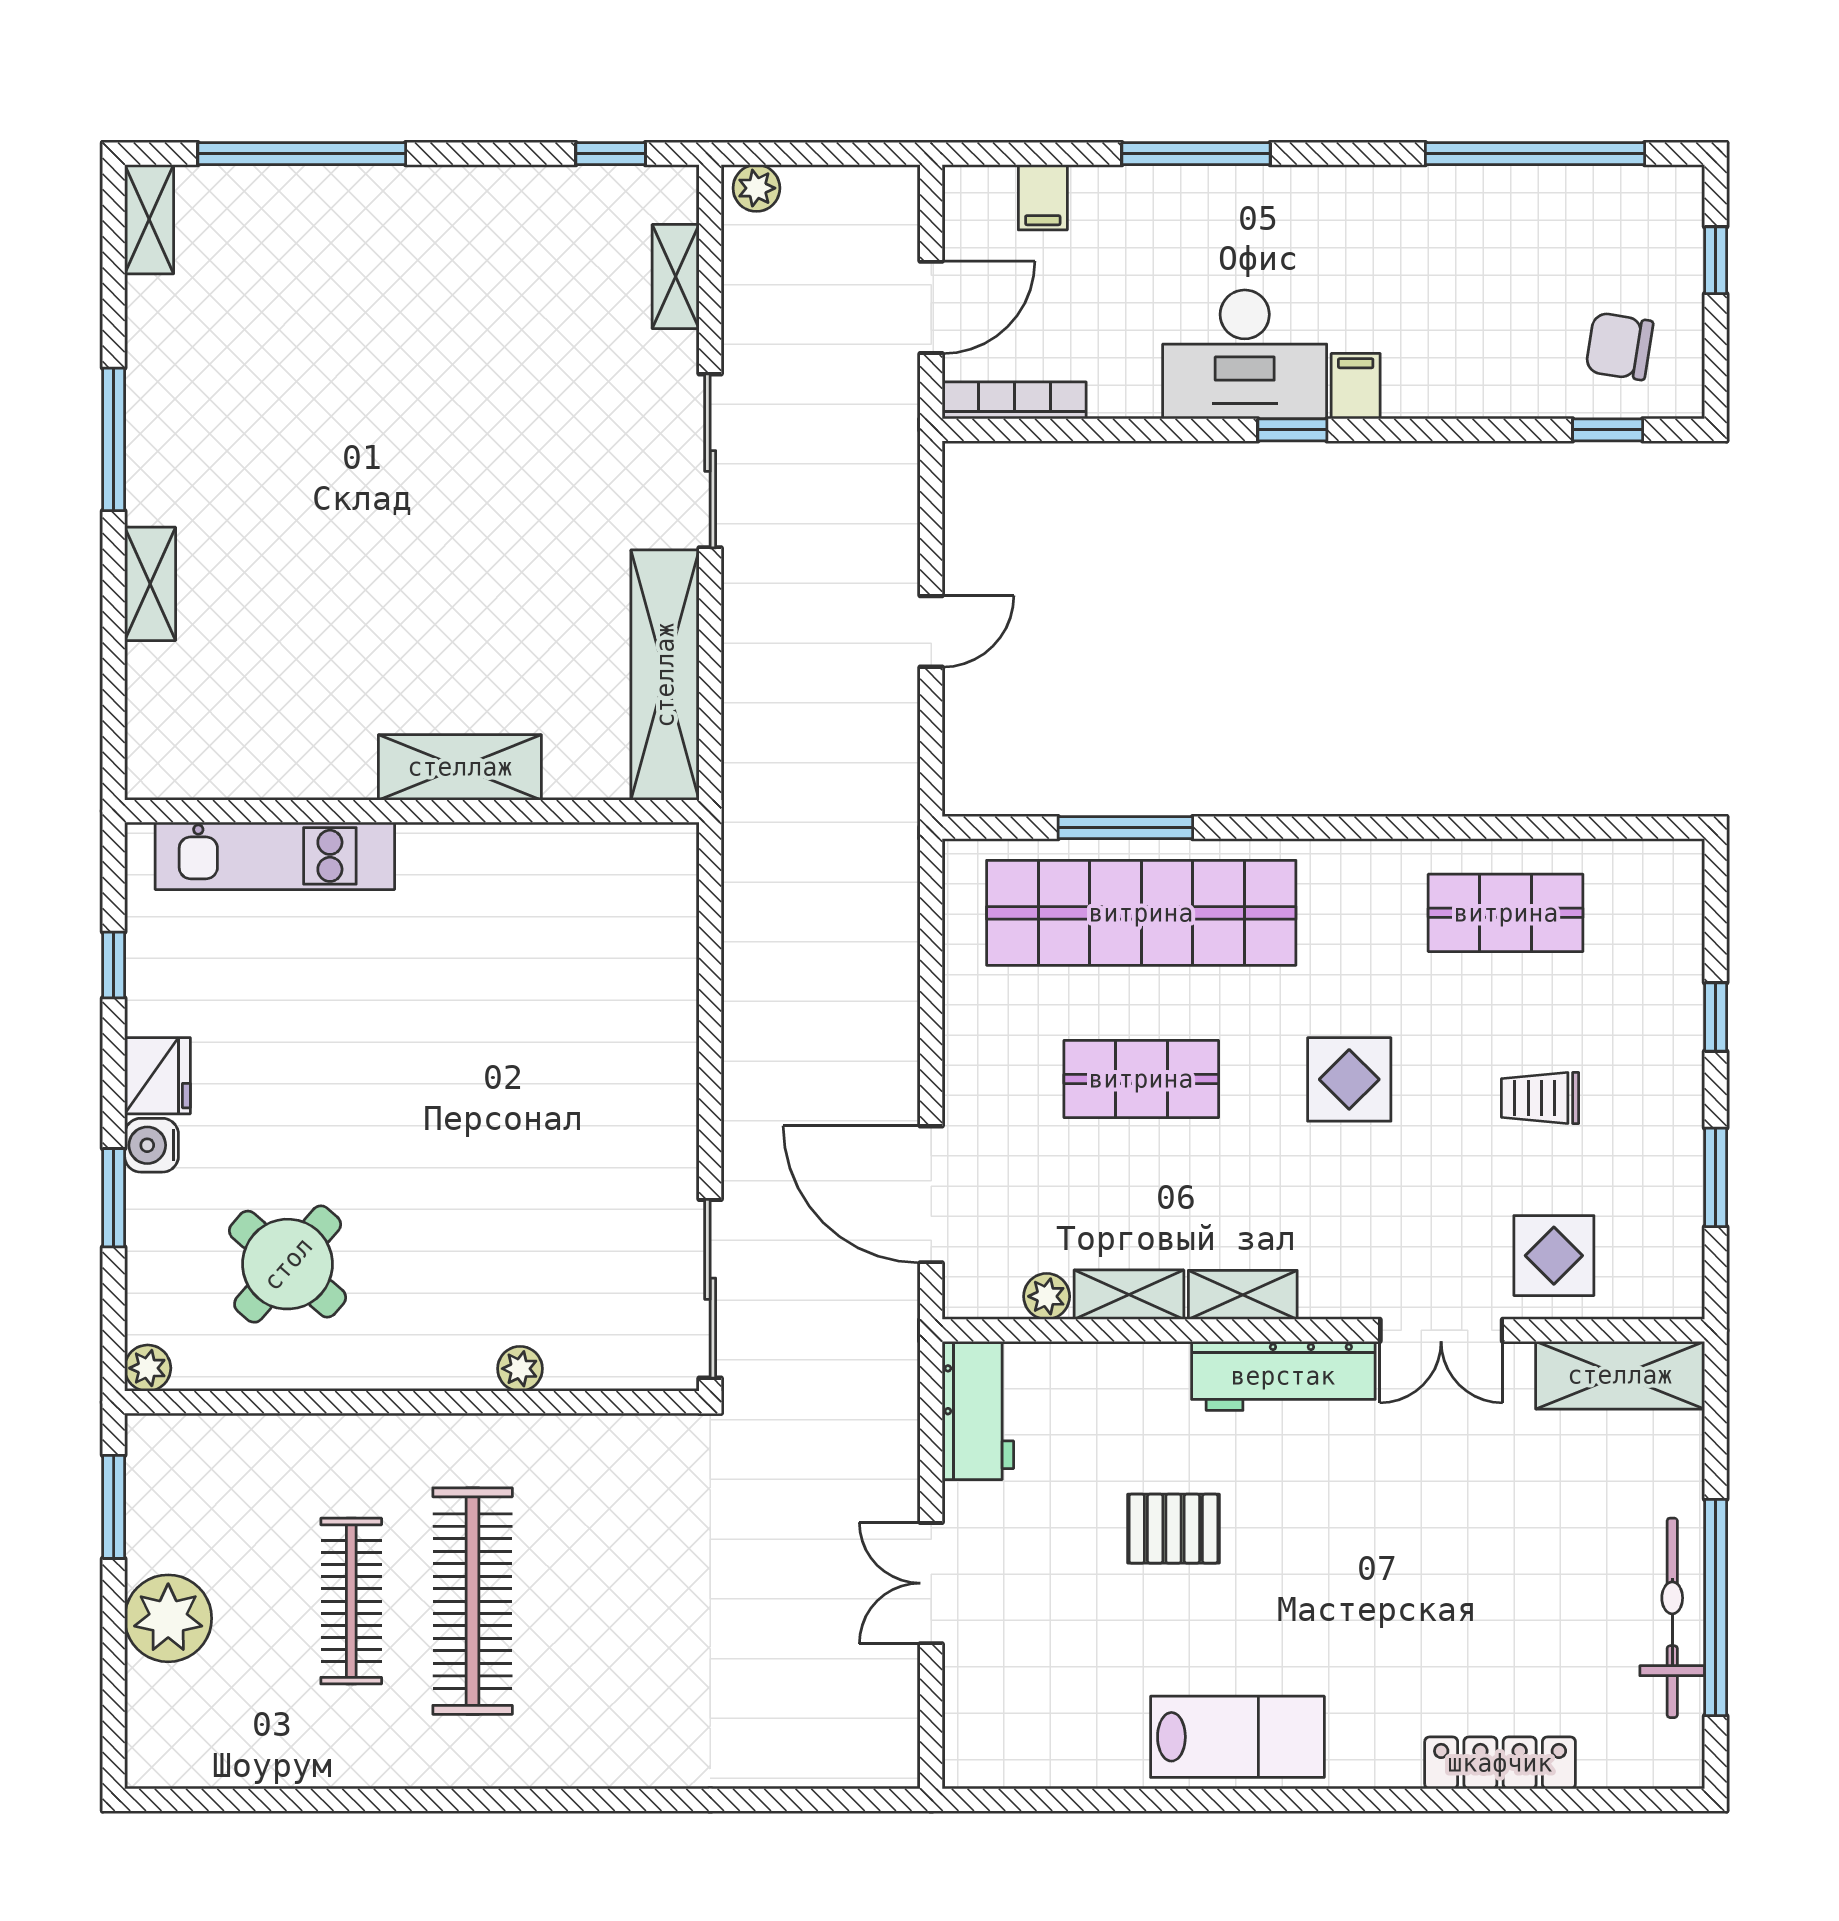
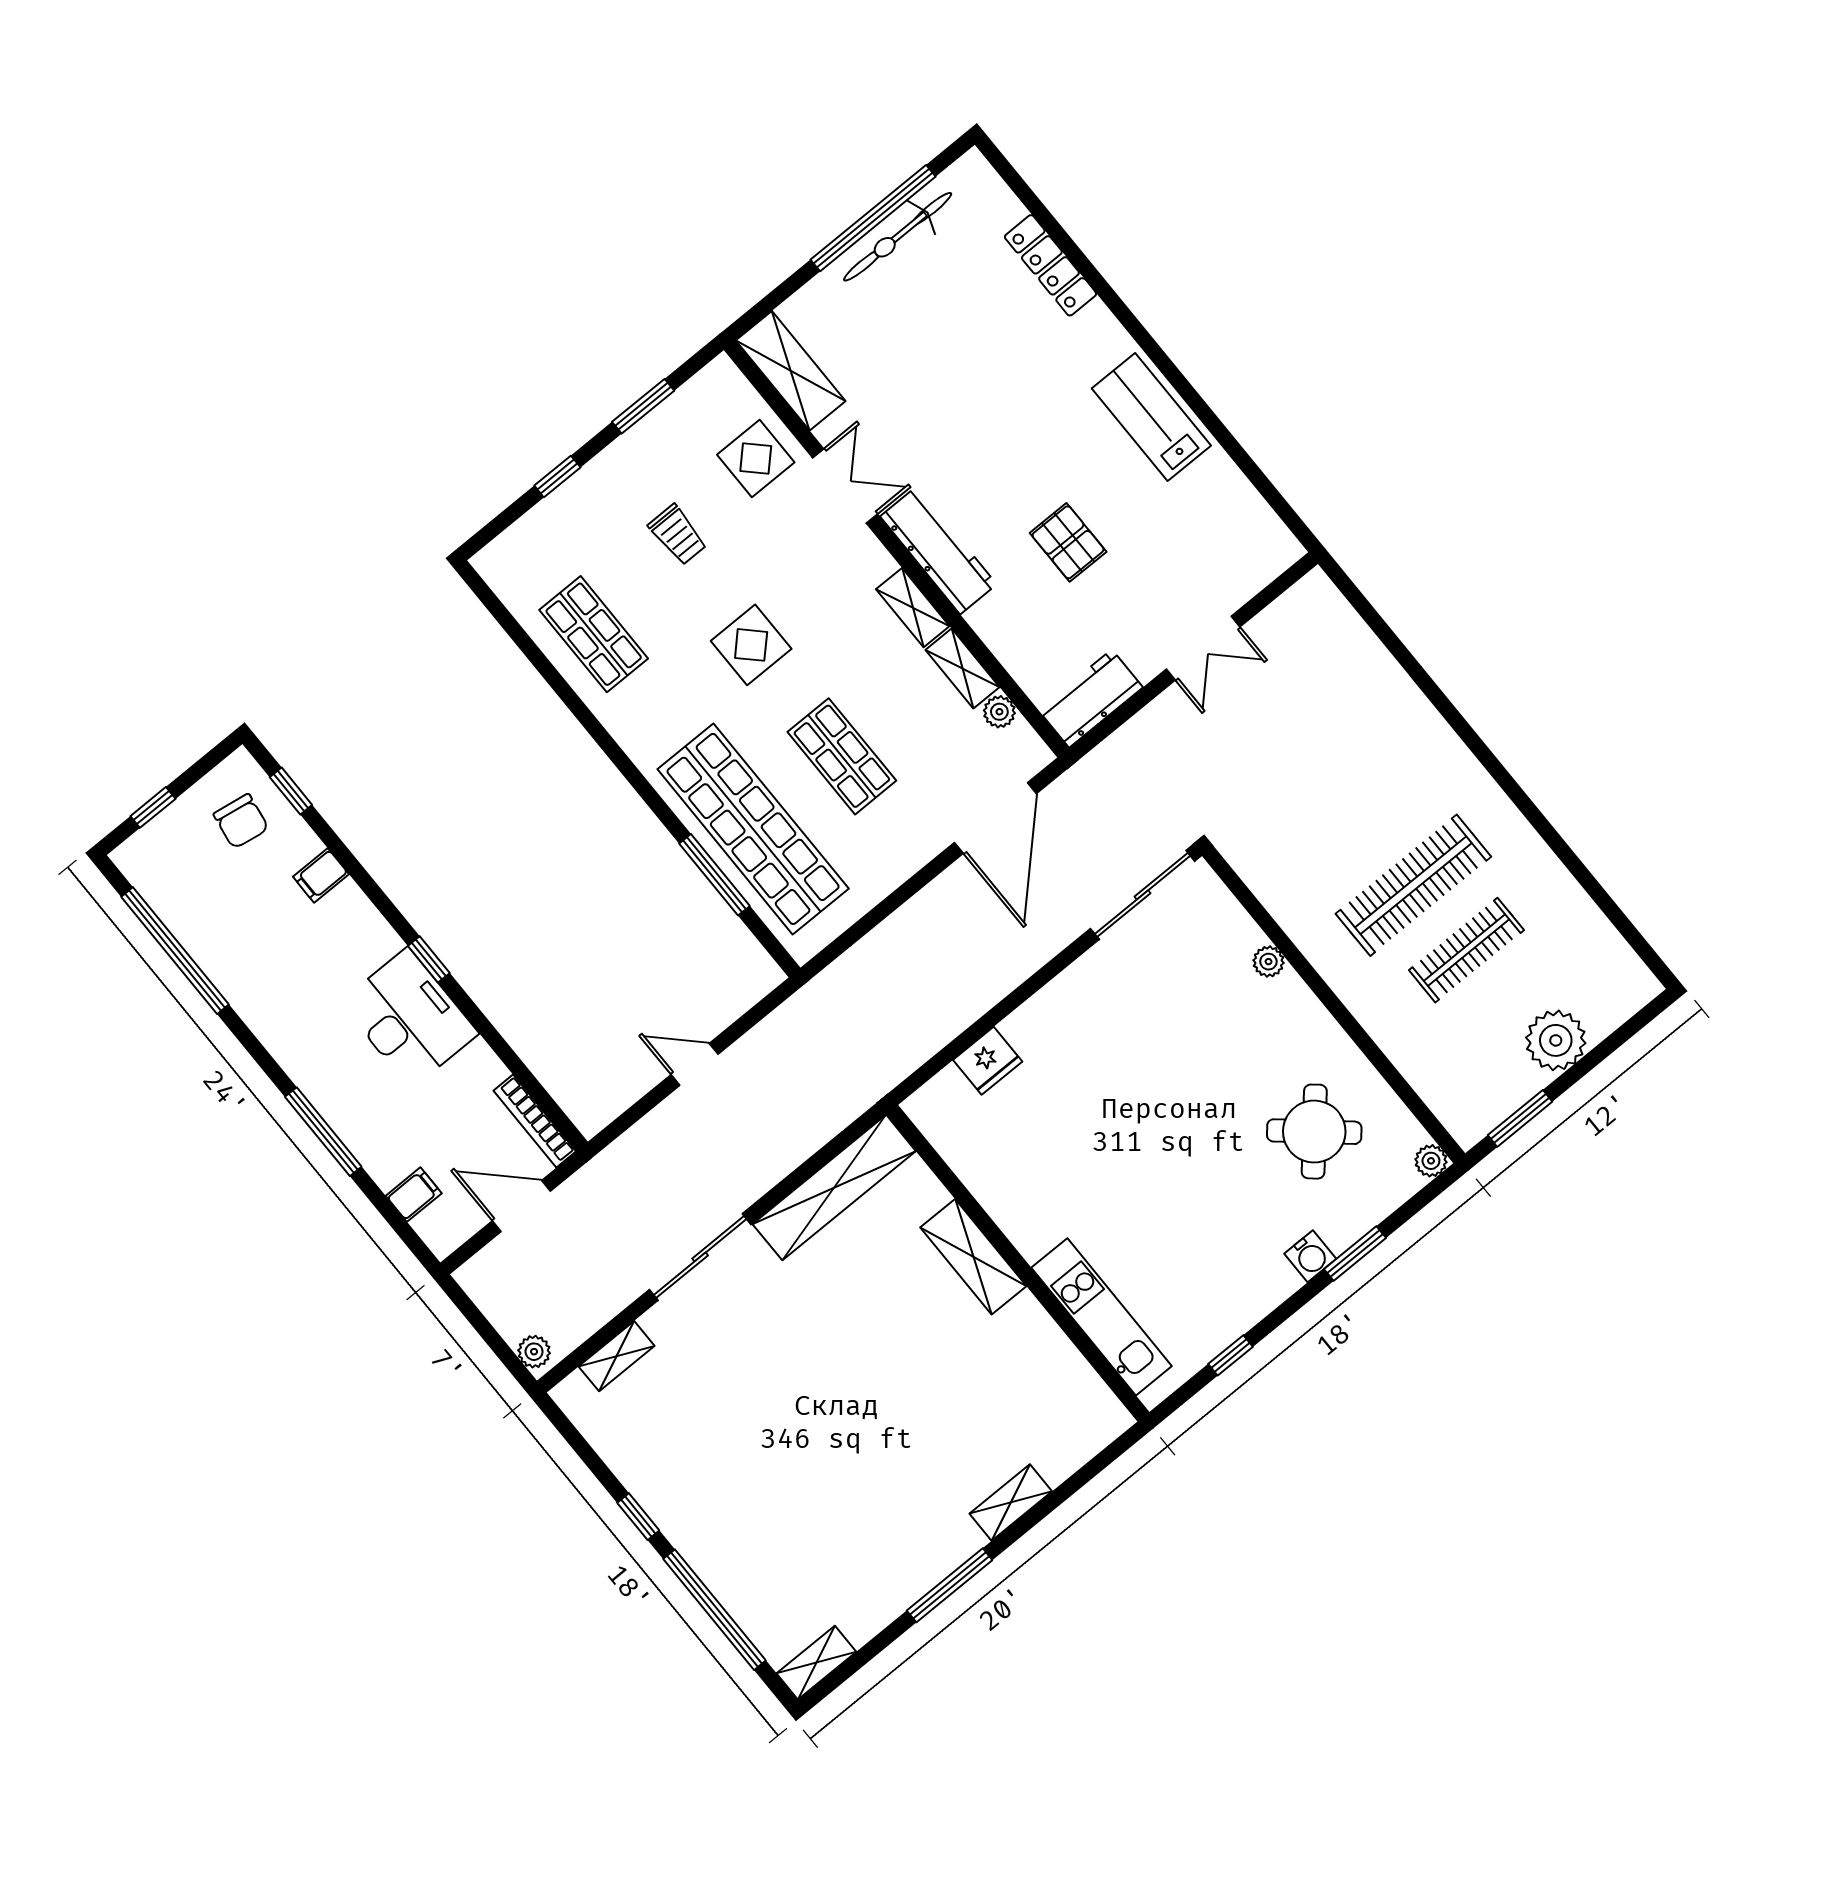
window: (611, 154) -> (638, 1517), moved
filing cabinet: (1356, 386) -> (321, 875), moved
fridge: (157, 1076) -> (988, 1061), moved, turned 180

